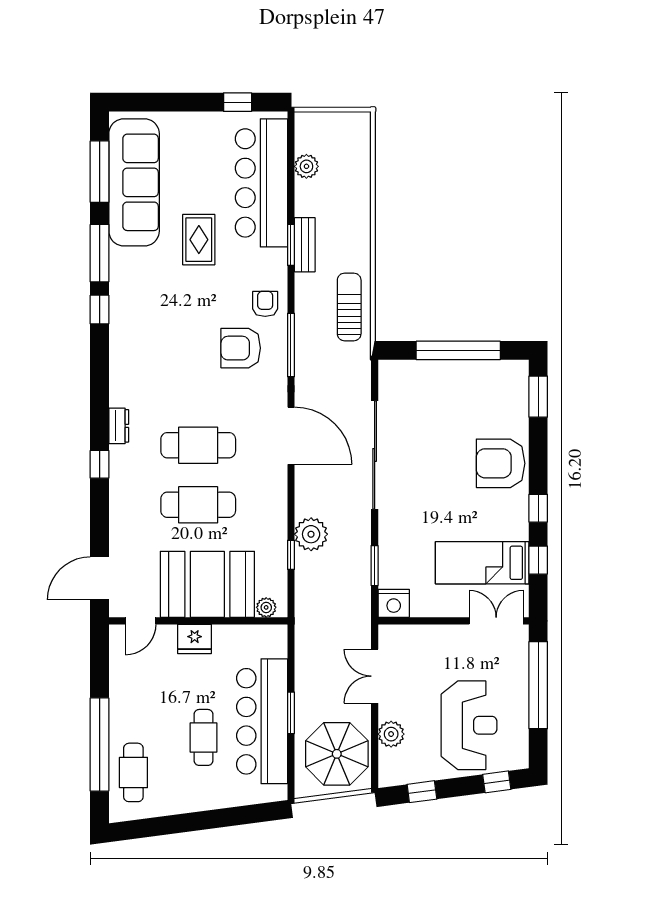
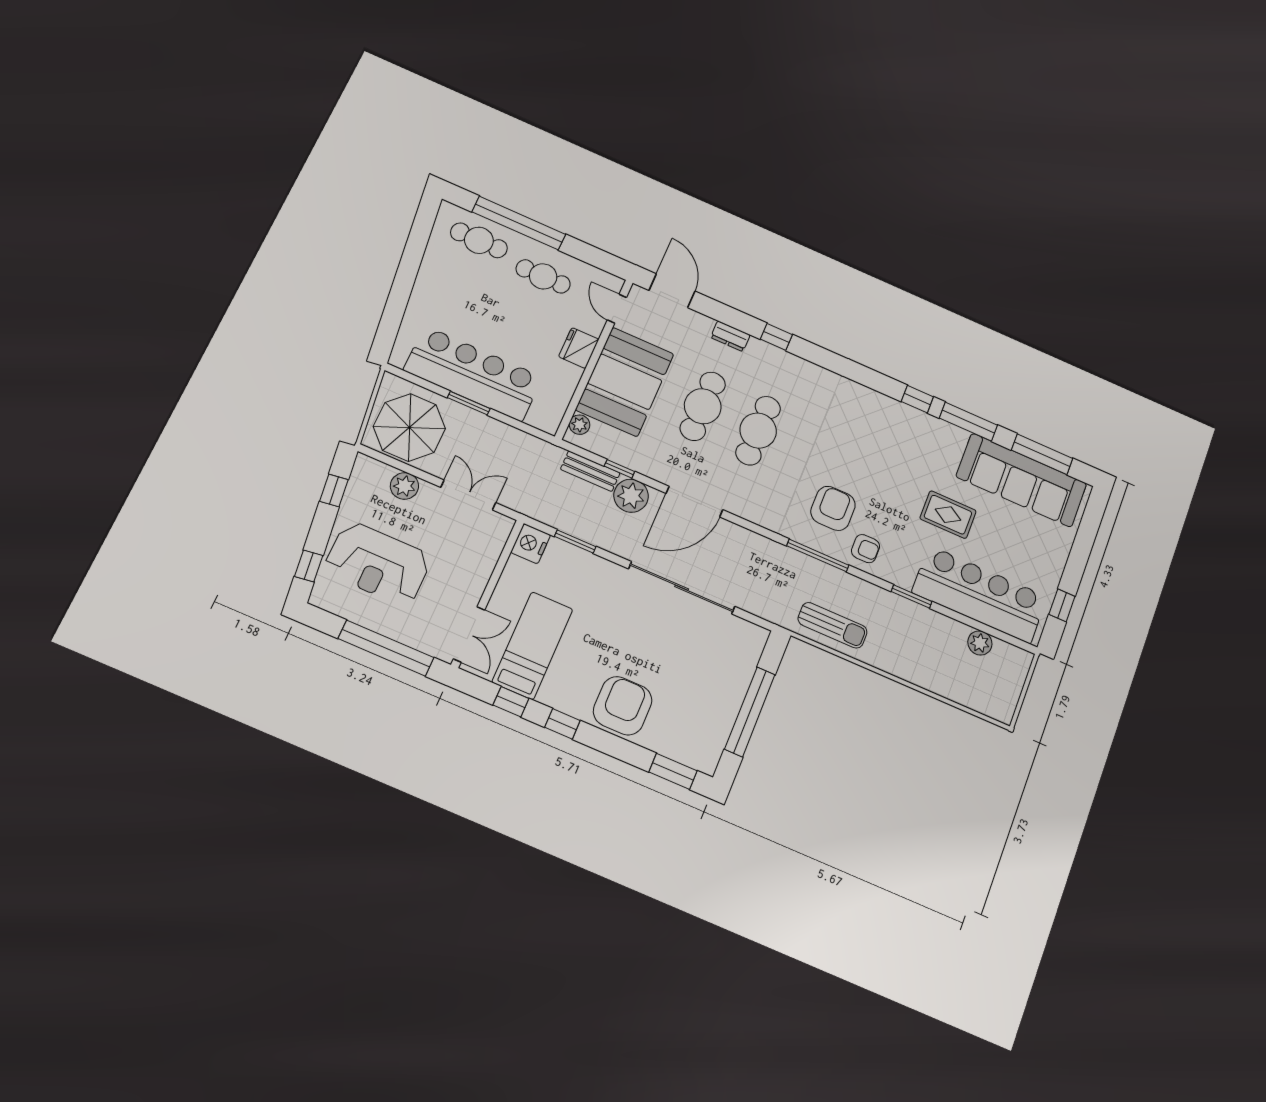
bench: (305, 245) -> (590, 471), moved
dresser: (119, 426) -> (730, 336), moved
door: (291, 436) -> (694, 502), moved
cafe table: (204, 737) -> (543, 276), moved

